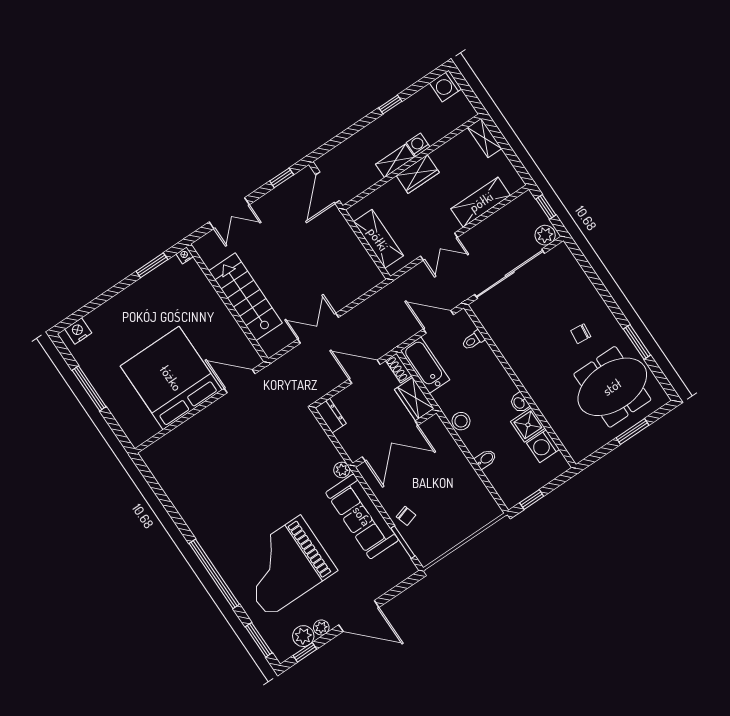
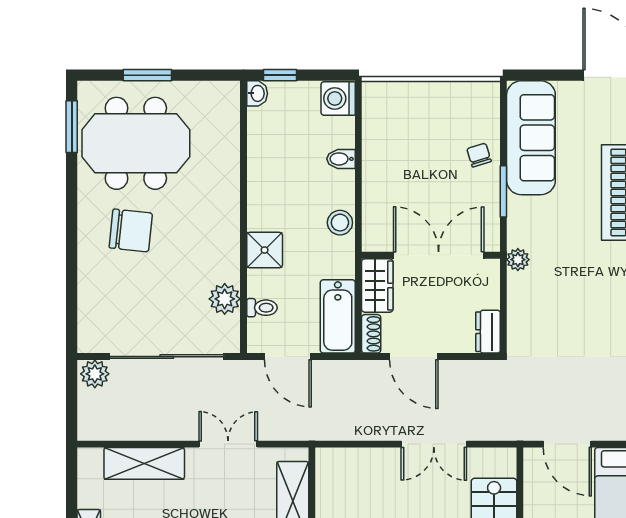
window: (546, 207) -> (72, 406), removed
plant: (498, 331) -> (225, 299), added
chair: (581, 334) -> (131, 230), width x1.87, depth x1.87
window: (637, 342) -> (72, 127), moved
washbasin: (519, 403) -> (257, 93), moved
shower: (528, 425) -> (265, 250), moved
washing machine: (543, 446) -> (338, 99), moved, turned 180
window: (532, 499) -> (280, 75), moved
sofa: (362, 516) -> (531, 138), moved
window: (403, 542) -> (503, 191), moved

